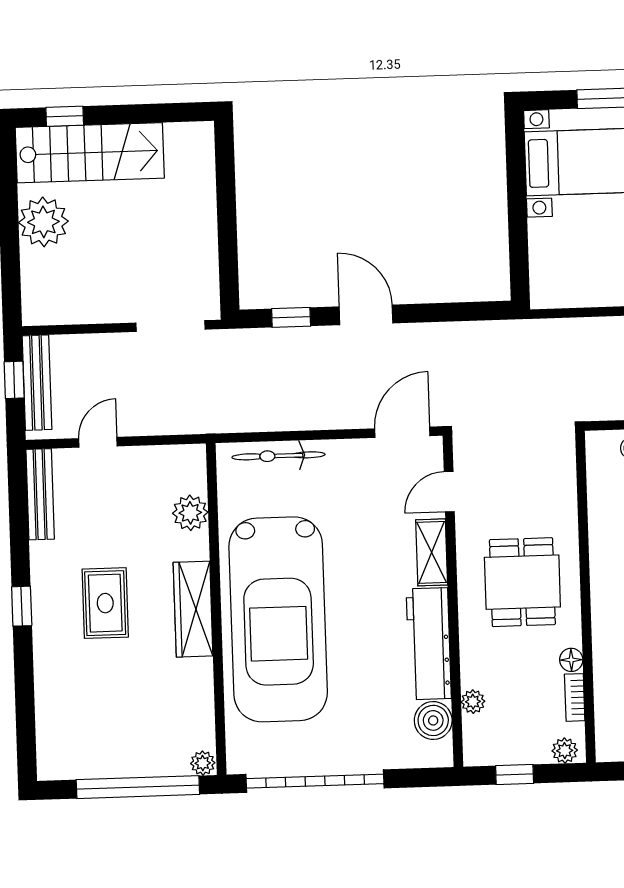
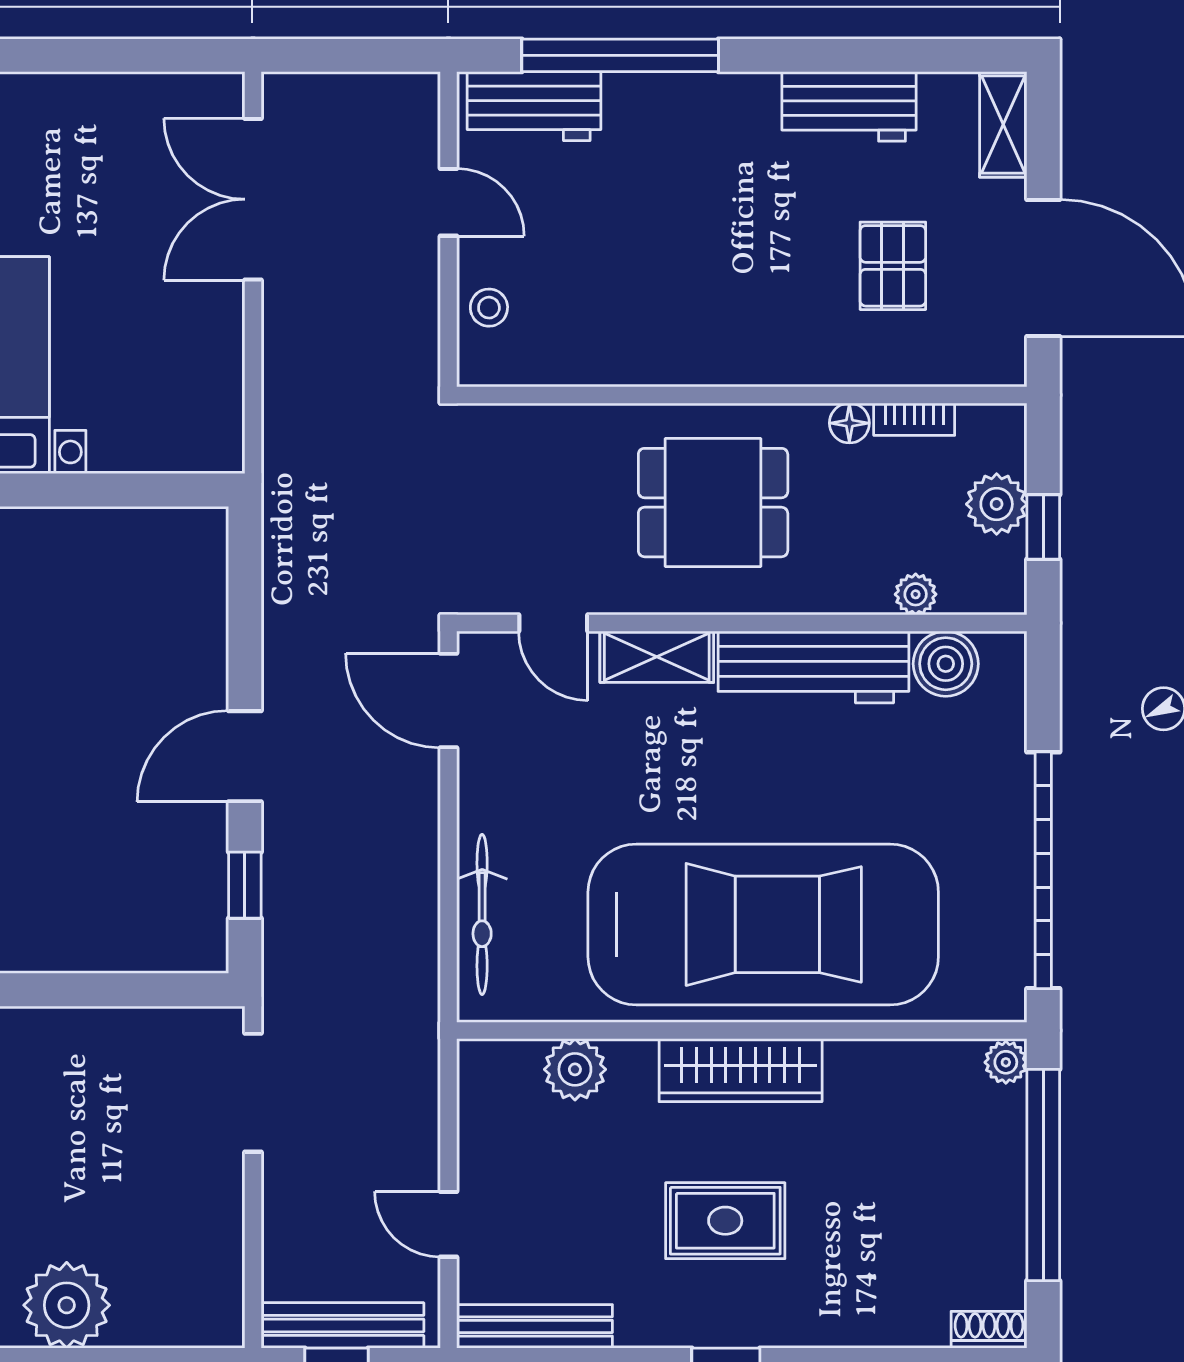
plant: (565, 751) -> (997, 504), moved, width x1.38, depth x1.38
shoe rack: (47, 758) -> (989, 1330), added

